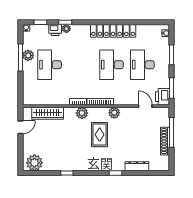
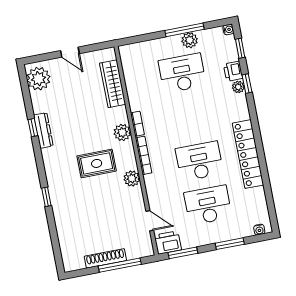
door: (145, 106) -> (150, 221), hinge flipped
door: (21, 127) -> (70, 52), moved
dresser: (137, 166) -> (43, 130), moved

